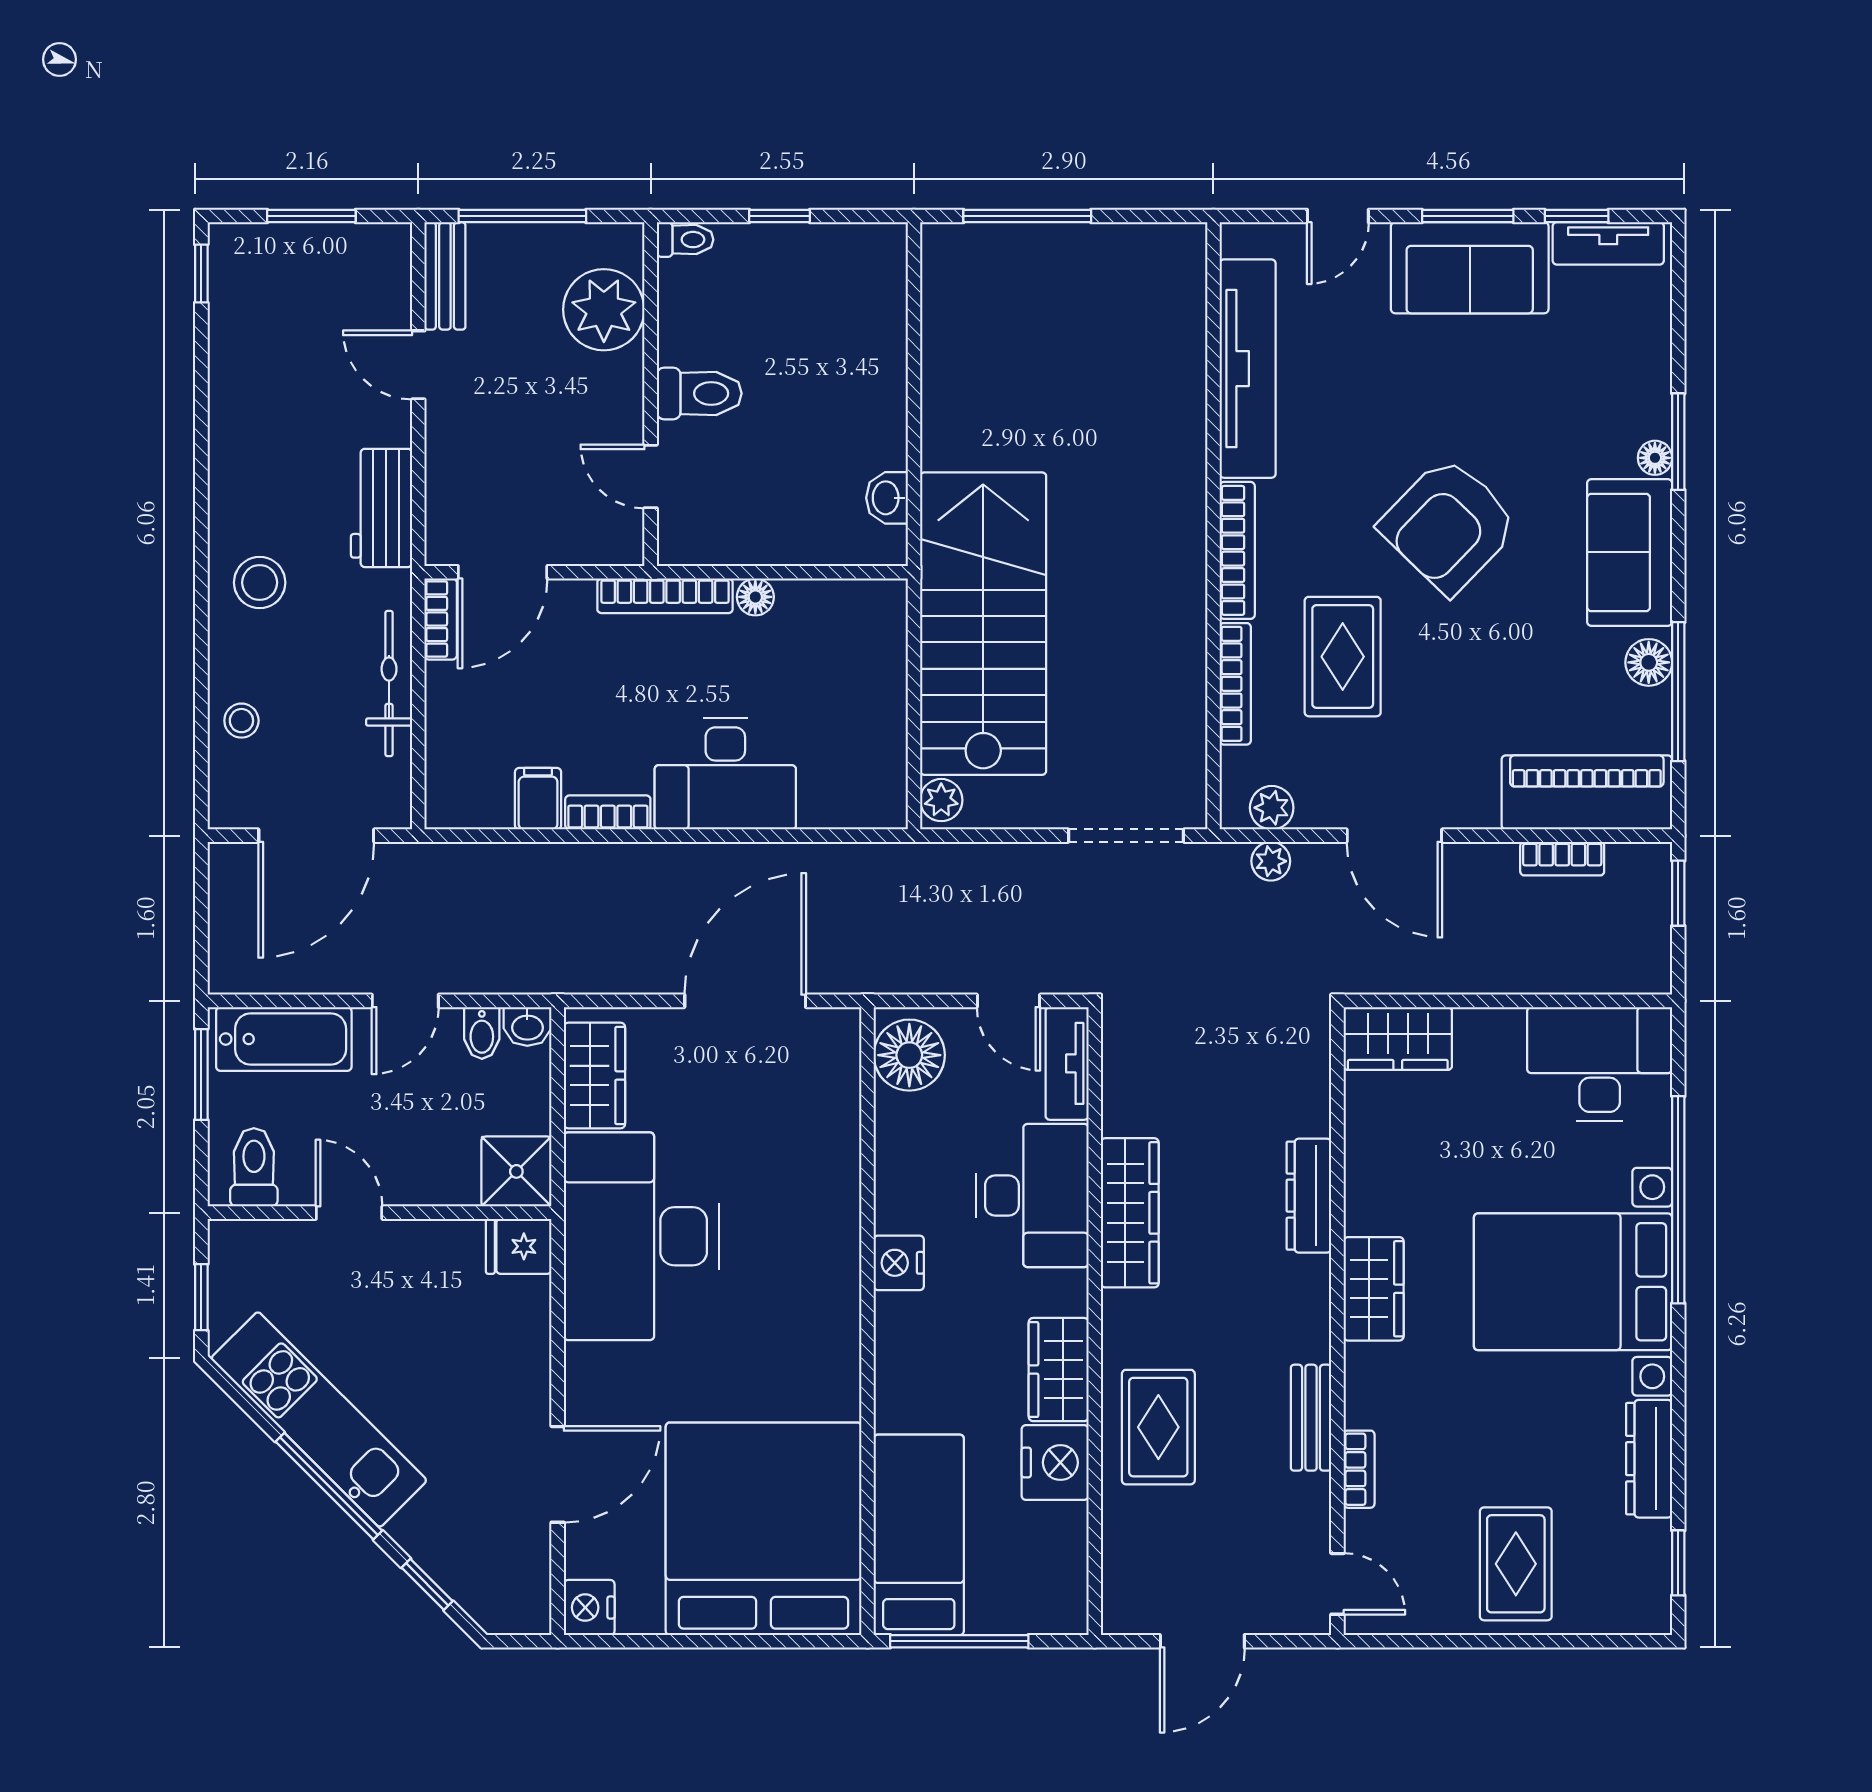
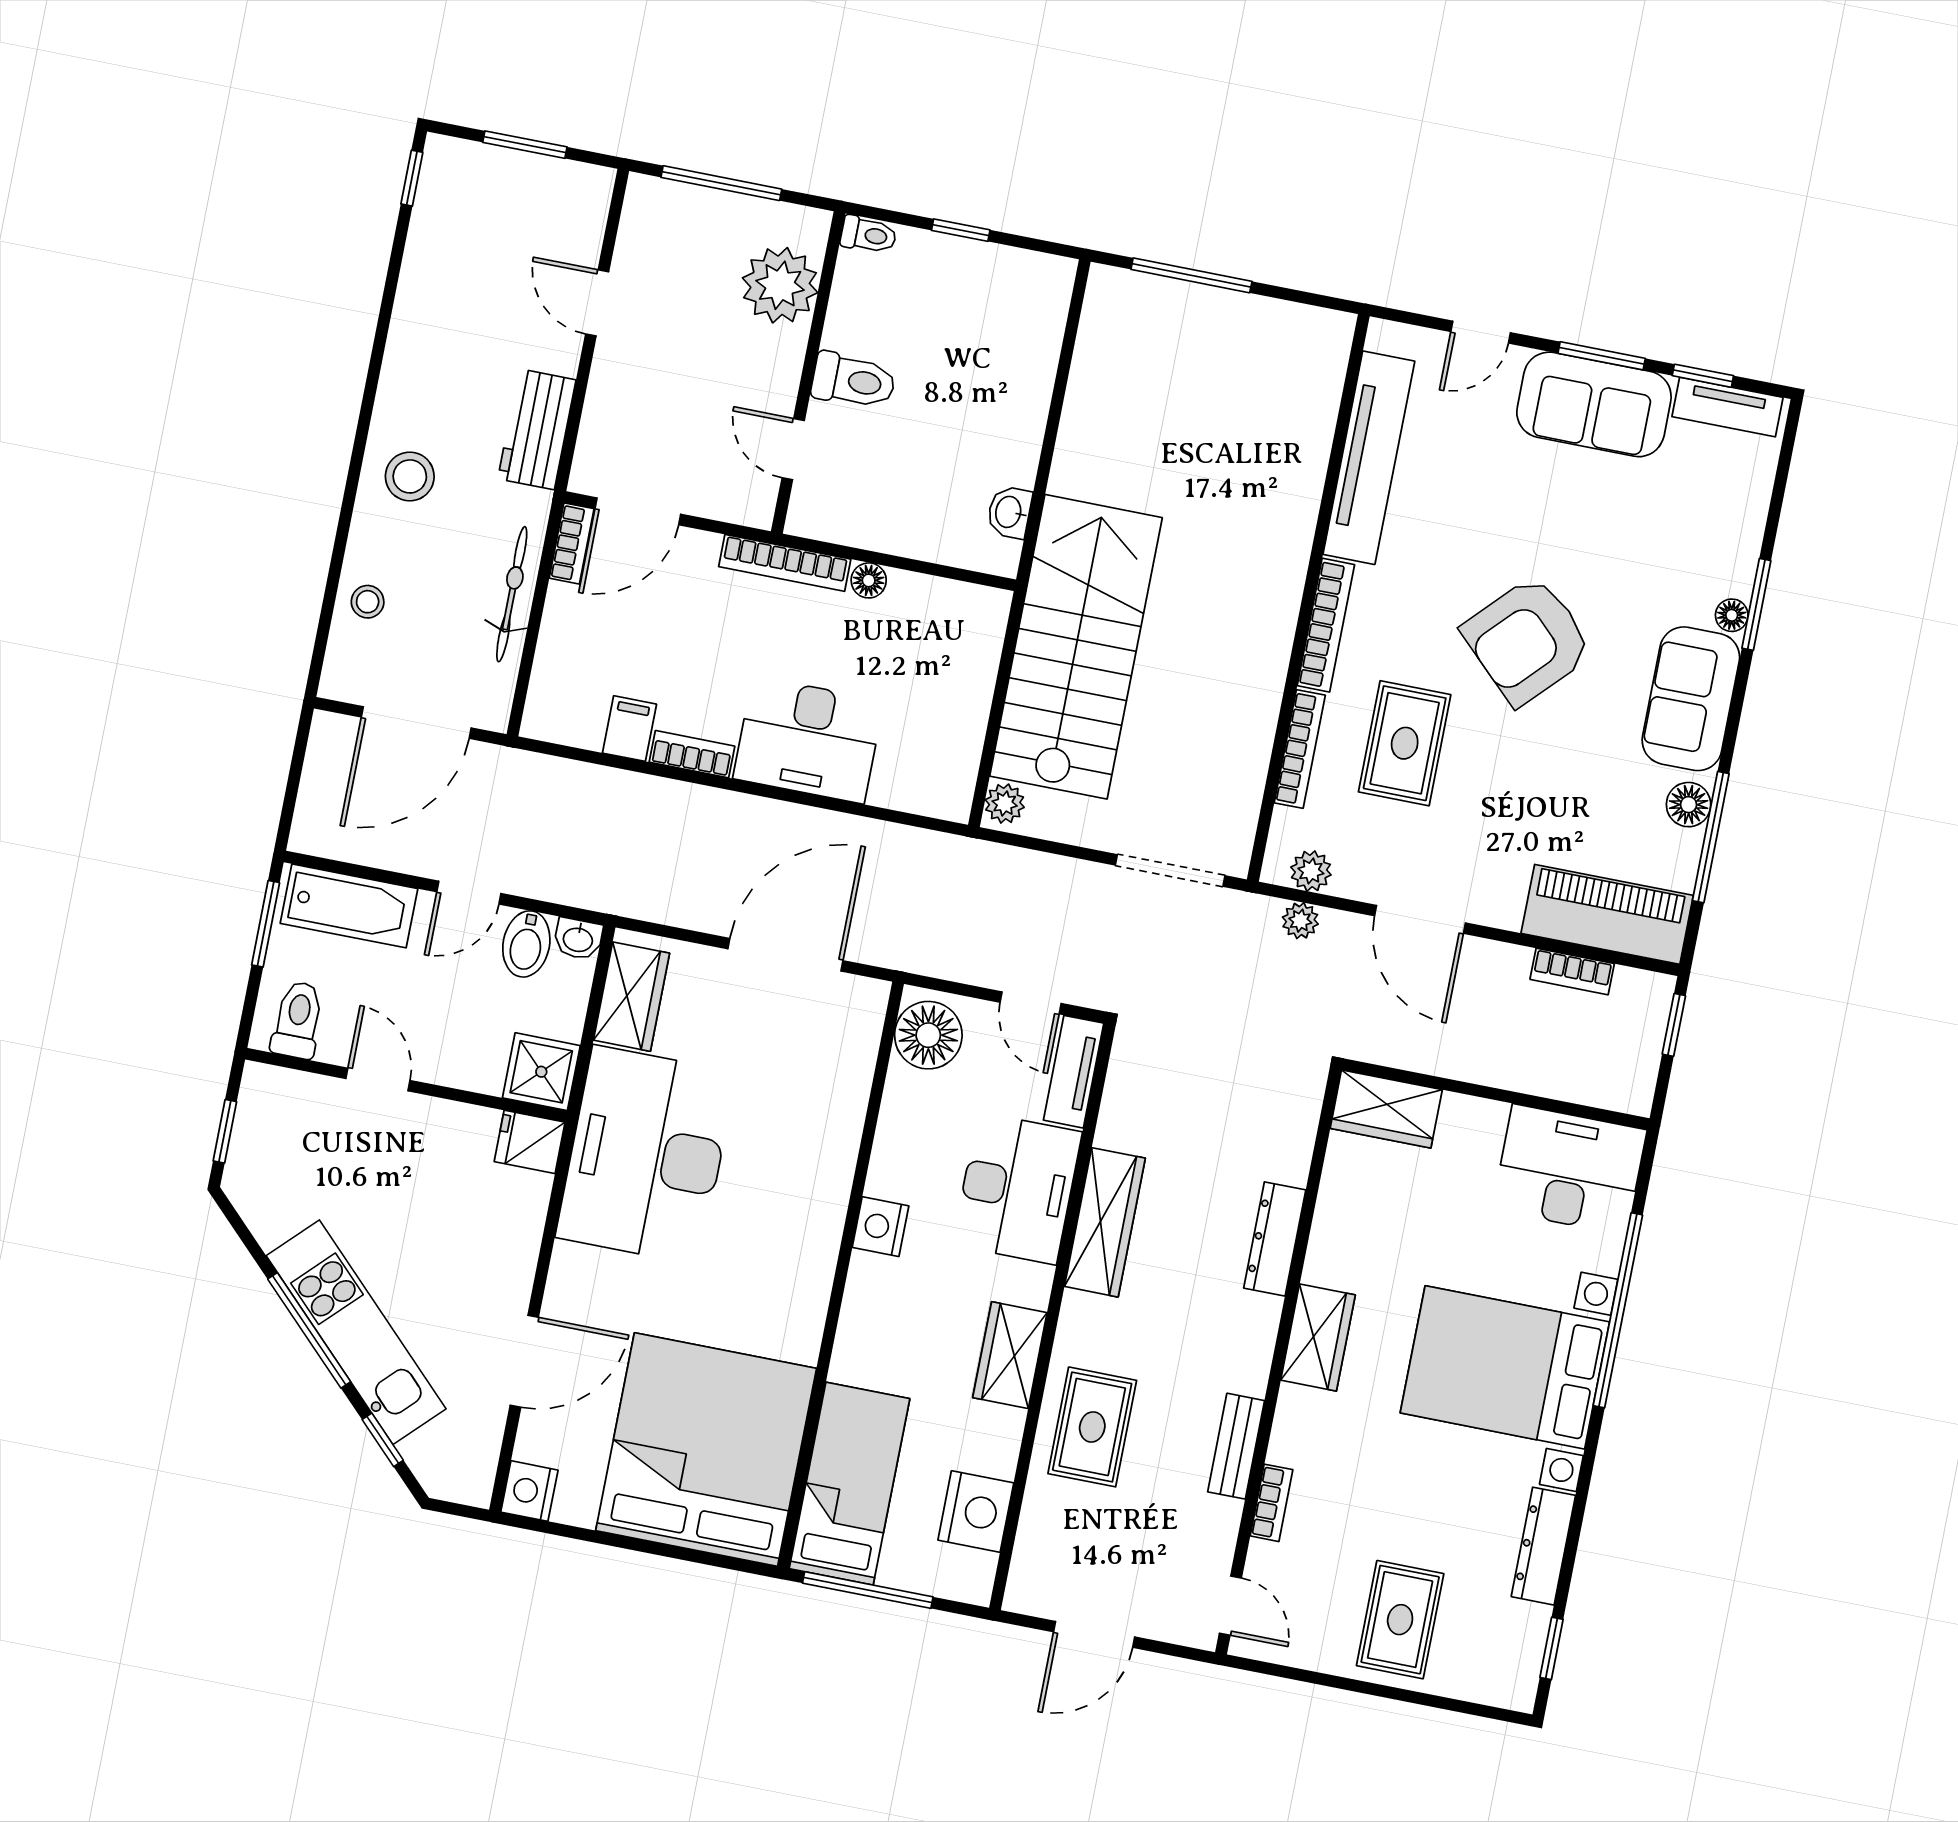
bench: (445, 276) -> (638, 225), removed
bidet: (482, 1033) -> (526, 944), width x1.38, depth x1.36
kitchen unit: (319, 1419) -> (356, 1332), moved
nightstand: (1055, 1463) -> (976, 1512), moved

